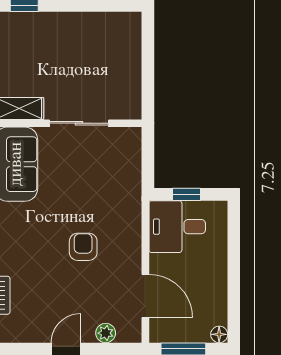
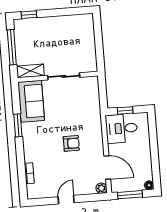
armchair: (83, 247) -> (71, 143), turned 90
plant: (106, 333) -> (101, 188), moved

